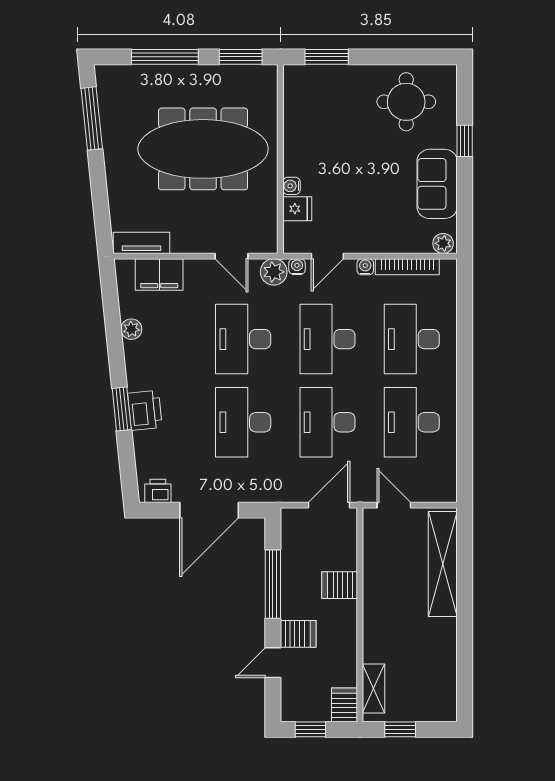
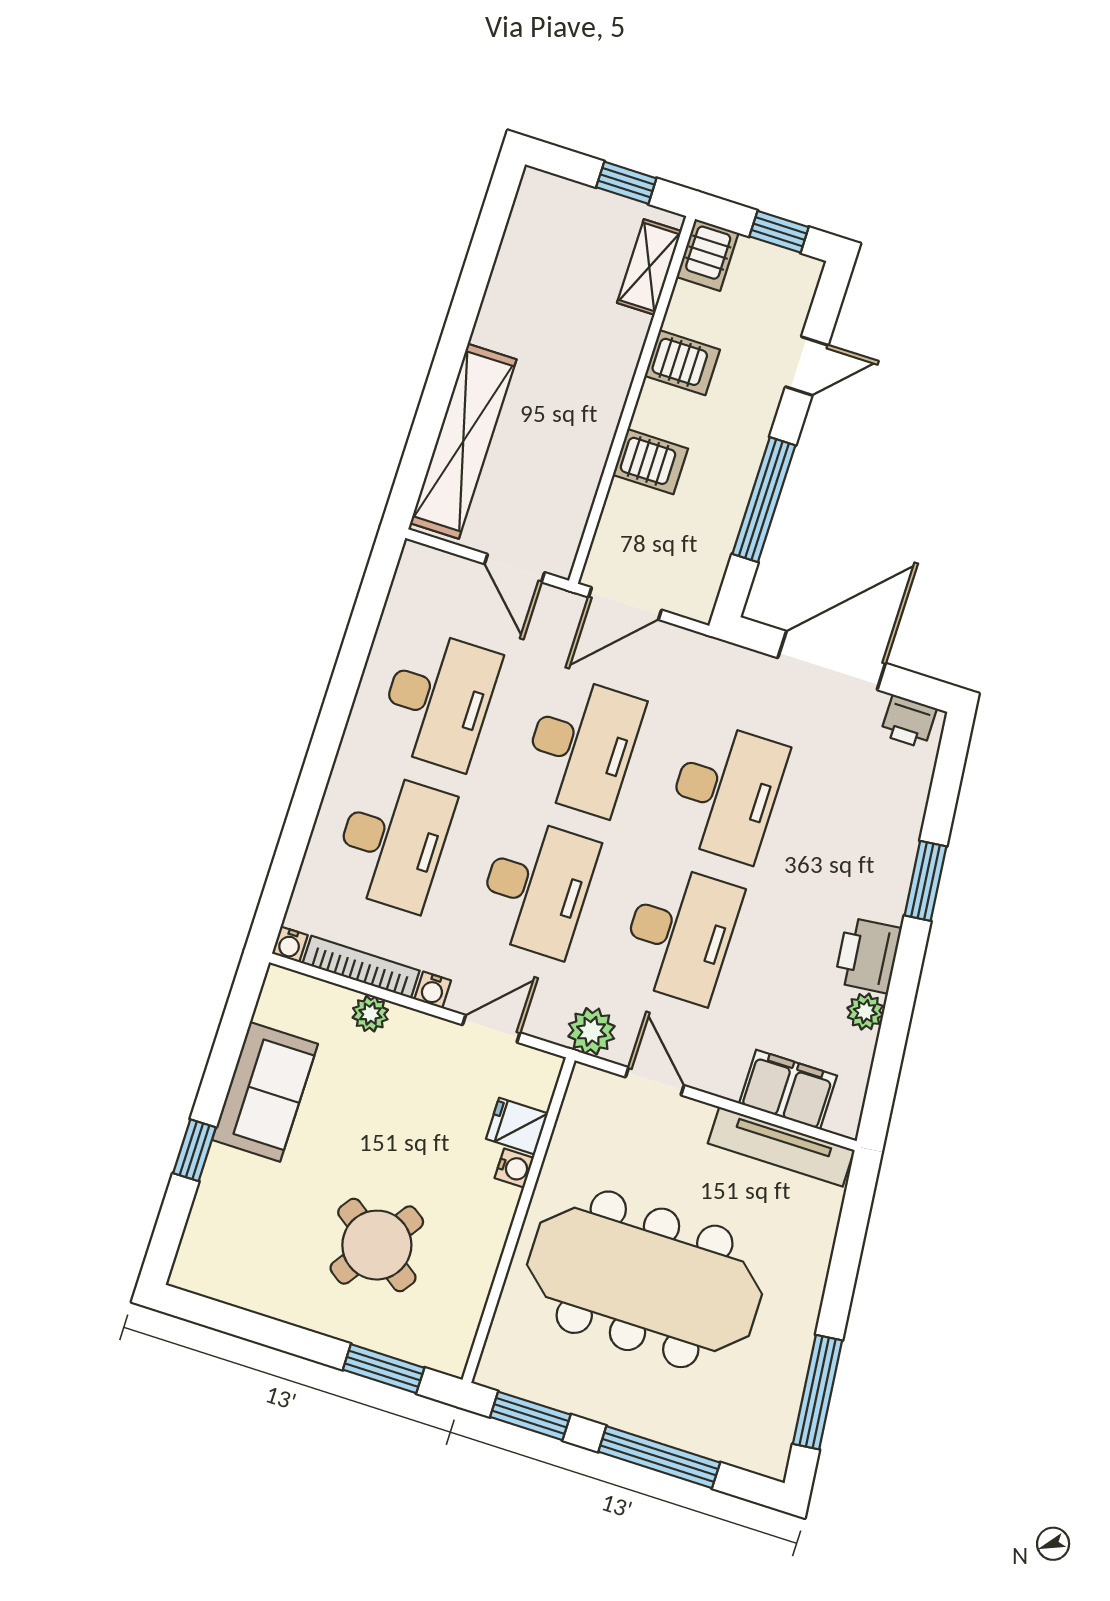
round table: (406, 102) -> (377, 1245), moved, turned 35
tv unit: (142, 243) -> (781, 1147), width x1.41
plant: (443, 243) -> (370, 1014), moved
water cooler: (297, 267) -> (290, 944), moved
printer: (145, 410) -> (868, 955), moved
server rack: (298, 634) -> (682, 363), moved, turned 180

